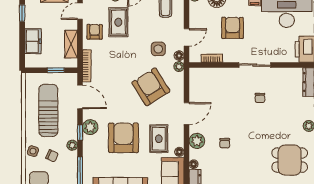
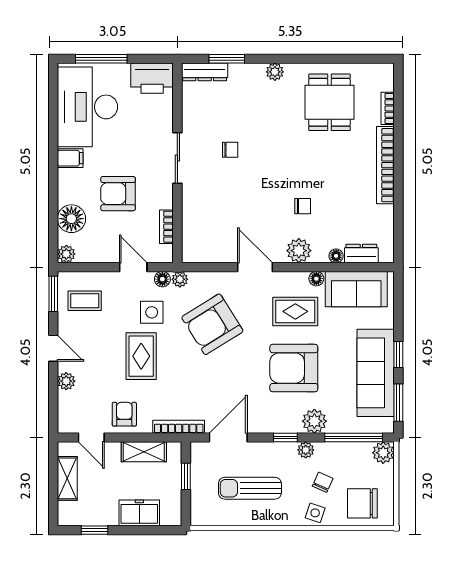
rug: (118, 22) -> (141, 356), moved, turned 90
armchair: (95, 32) -> (124, 414), turned 90
sun lounger: (48, 110) -> (250, 488), width x0.73, depth x0.75
plant: (90, 127) -> (314, 421), moved

